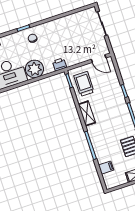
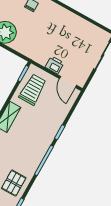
printer: (60, 64) -> (55, 65), moved

